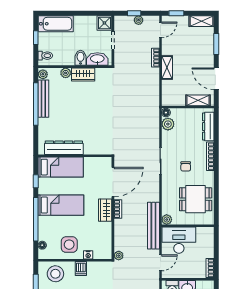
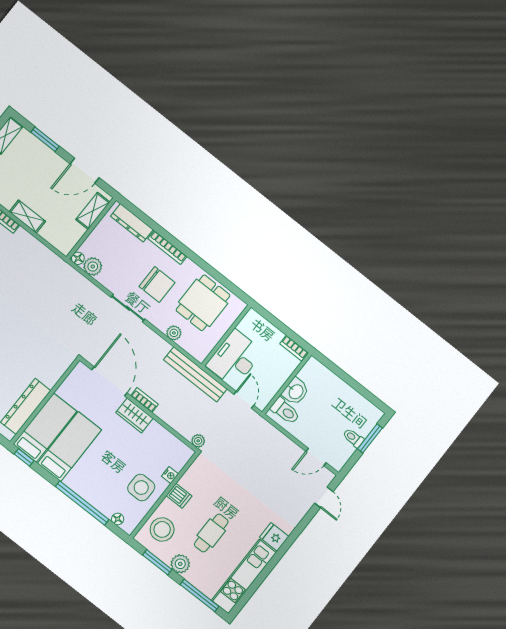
chair: (186, 166) -> (157, 284), width x1.87, depth x1.87
window: (36, 181) -> (24, 457), moved
bed: (61, 205) -> (70, 447), moved
plant: (167, 220) -> (174, 333), moved

